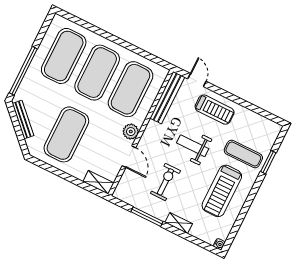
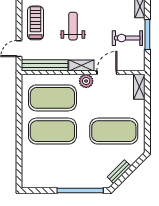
exercise mat: (64, 56) -> (52, 164), removed
bench: (23, 120) -> (119, 172), width x0.73
shelving: (149, 135) -> (81, 66), added
weight bench: (193, 146) -> (73, 26), turned 180
exercise bike: (165, 182) -> (127, 38), moved

